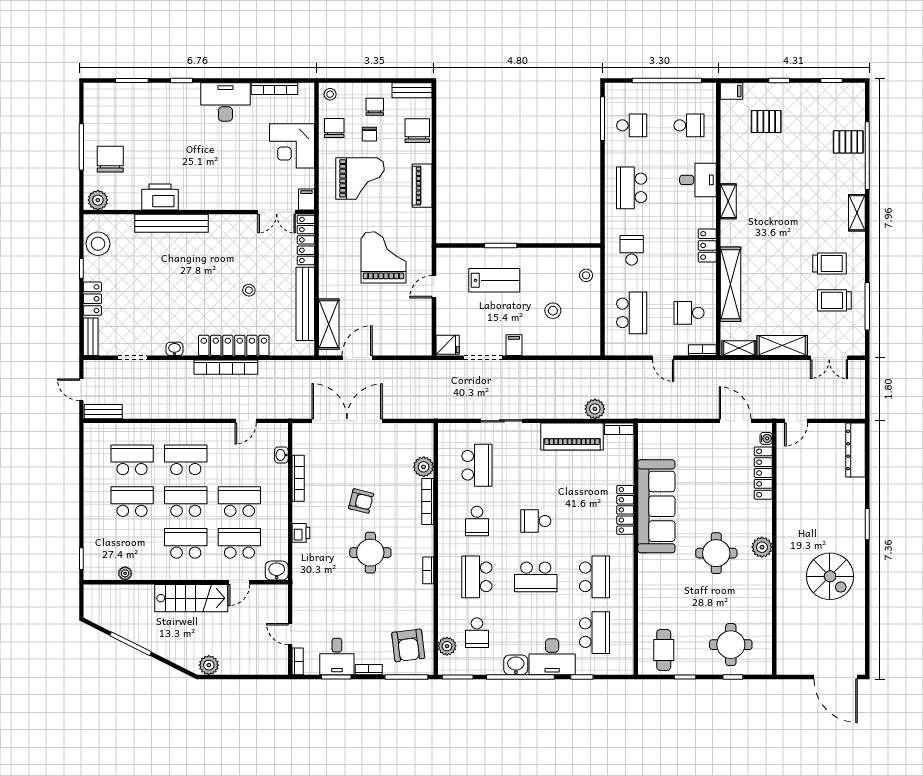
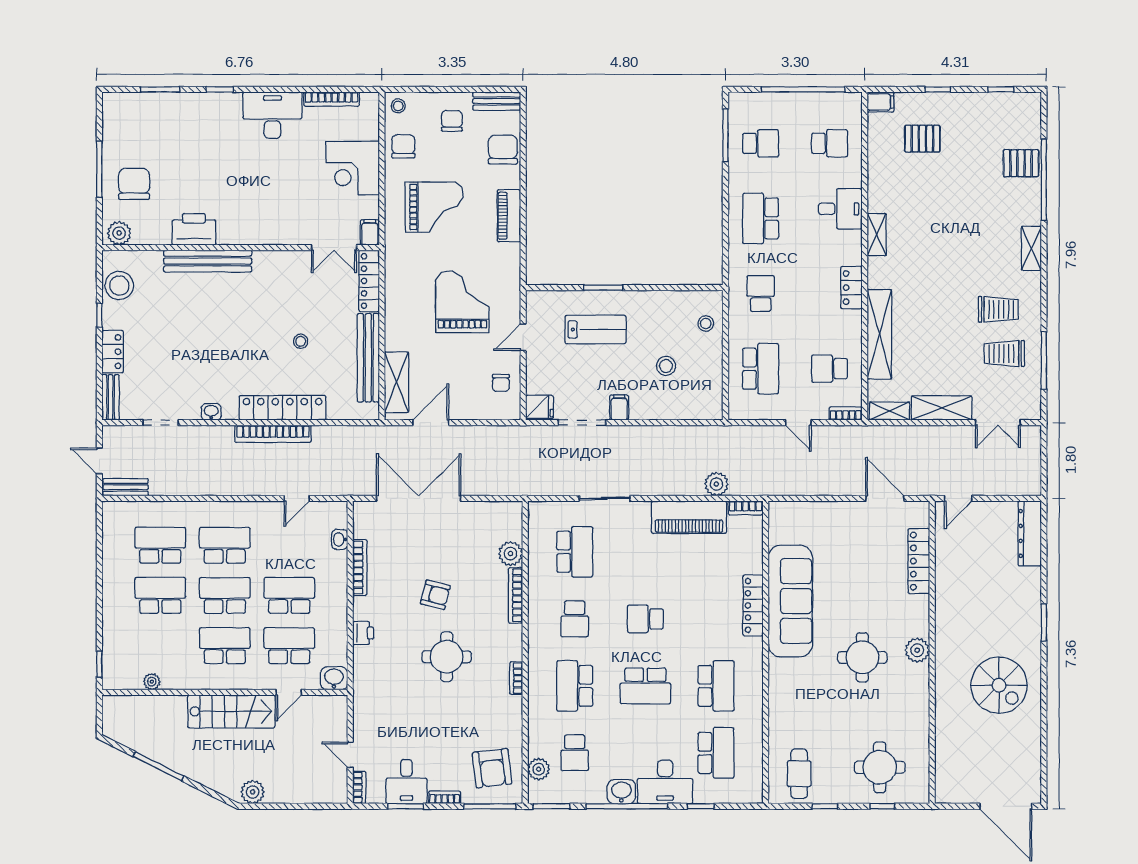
chair: (369, 134) -> (501, 383), moved
water cooler: (766, 438) -> (922, 519), removed

